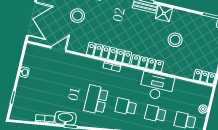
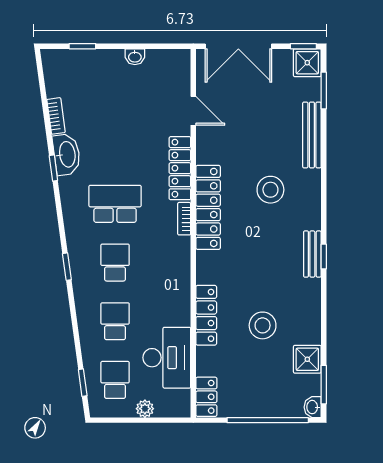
shower: (164, 13) -> (307, 359), moved
stool: (77, 16) -> (270, 190), moved
locker: (86, 63) -> (180, 168), added
locker: (147, 63) -> (206, 315), moved
desk: (157, 86) -> (167, 358), moved

